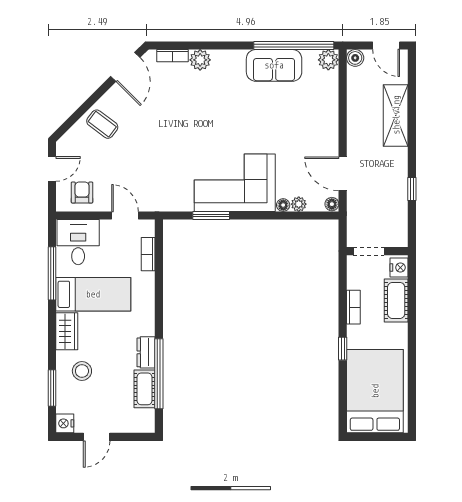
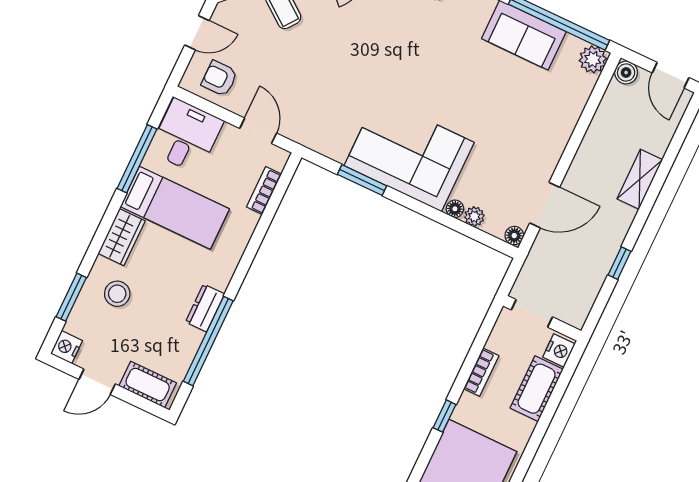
shelving: (396, 115) -> (640, 179), width x0.67, depth x0.75
door: (343, 174) -> (545, 205), swing flipped
armchair: (82, 192) -> (219, 78), turned -90
cot: (144, 389) -> (148, 385), moved, turned 90

